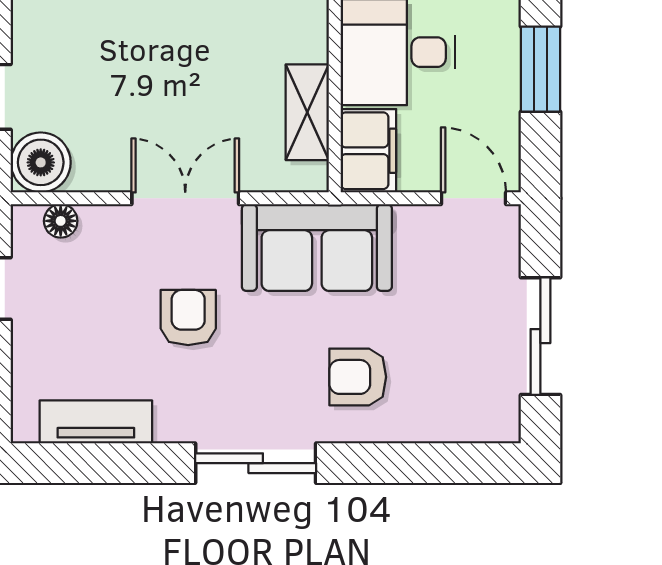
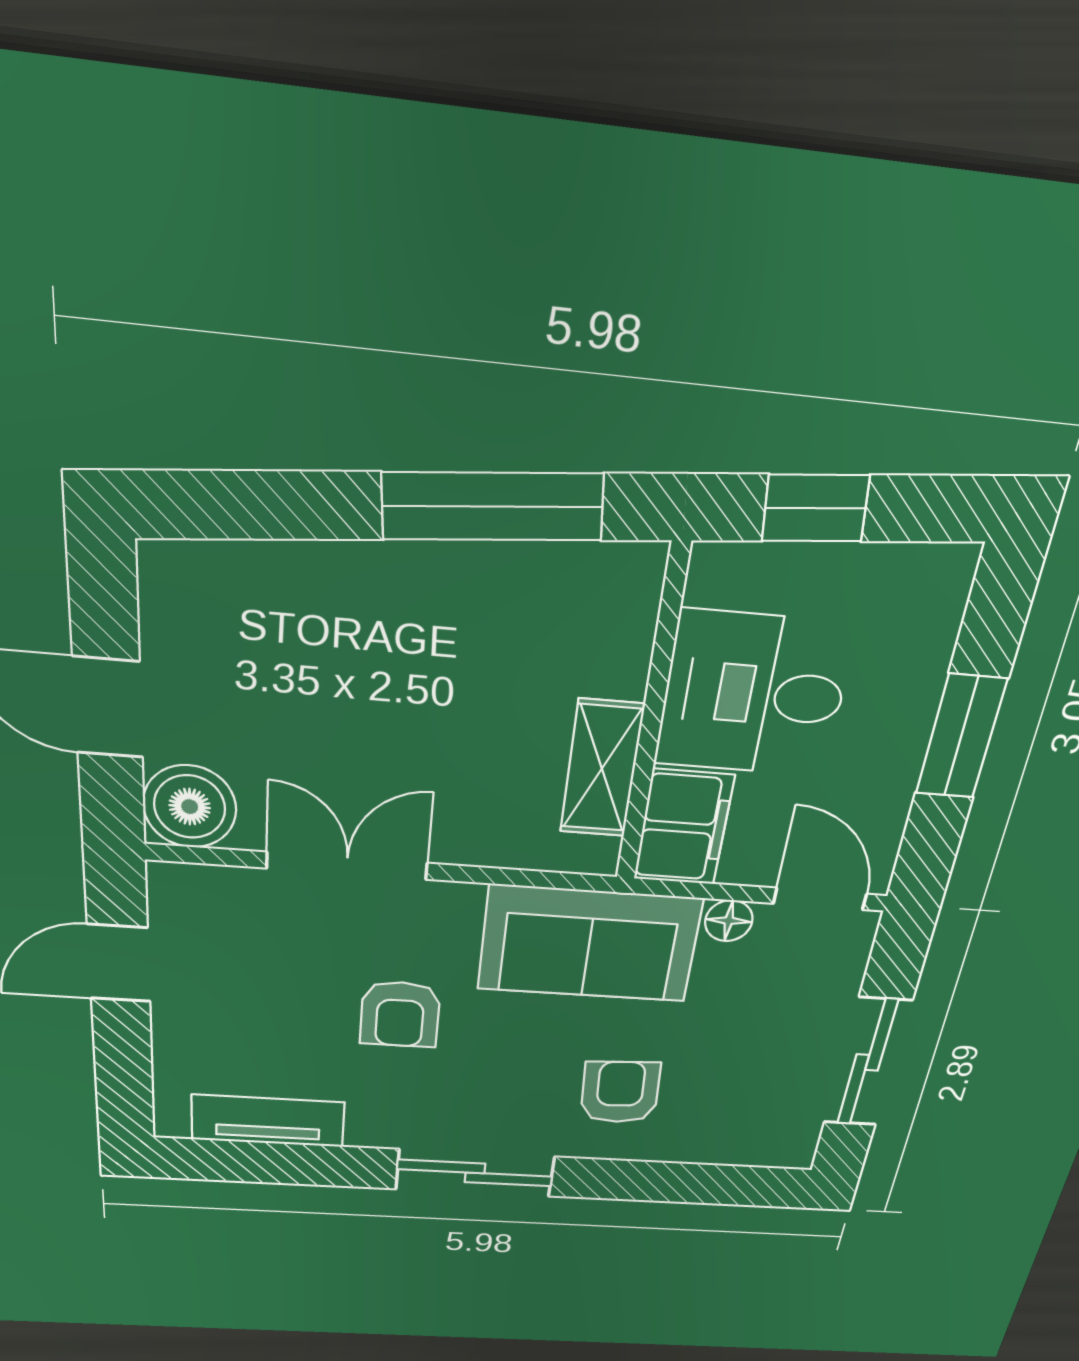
double door: (185, 198) -> (347, 866), moved
floor lamp: (61, 221) -> (729, 921), moved
armchair: (188, 318) -> (400, 1014), turned 180
armchair: (358, 377) -> (620, 1092), turned 87

